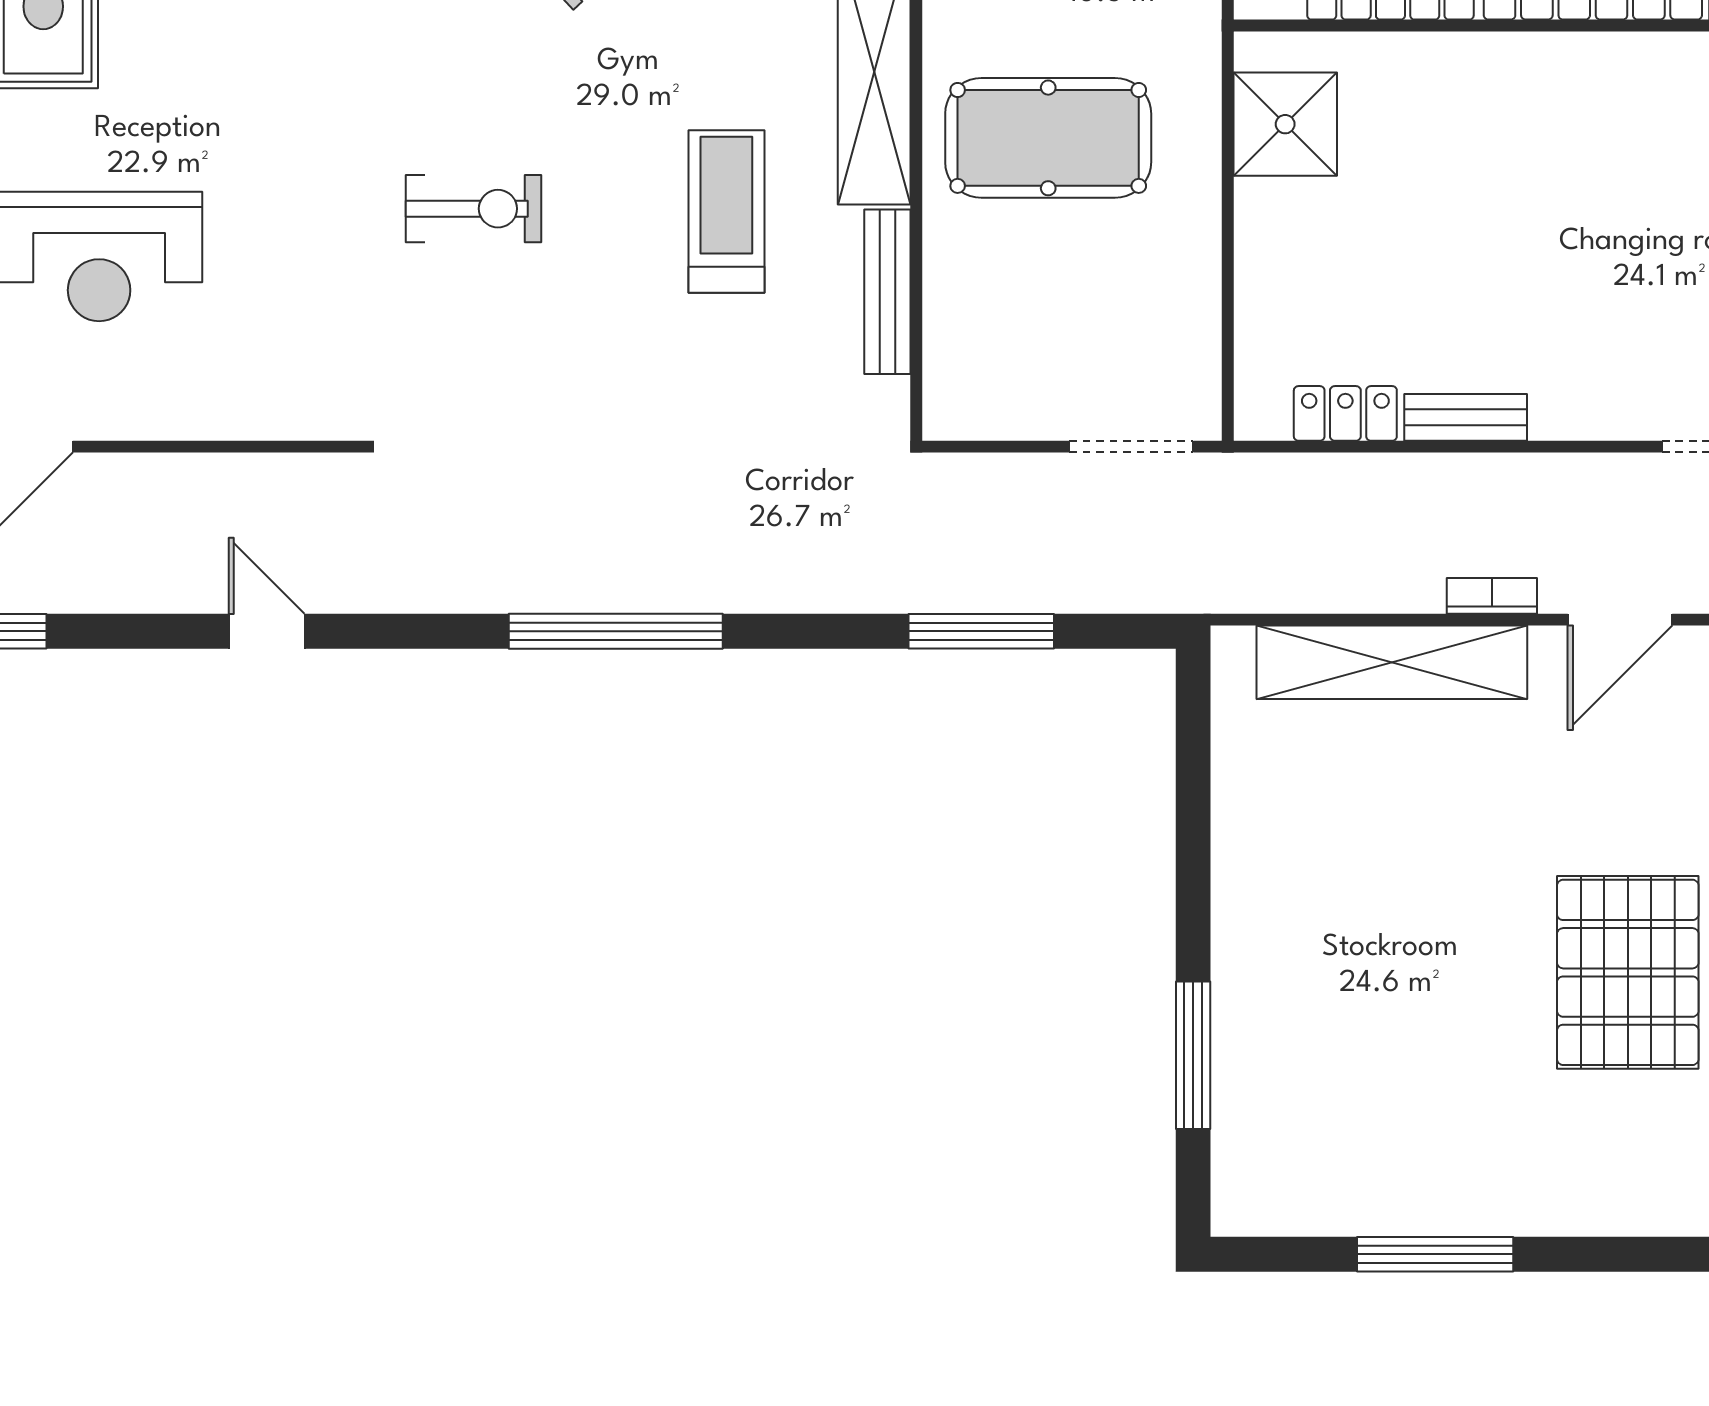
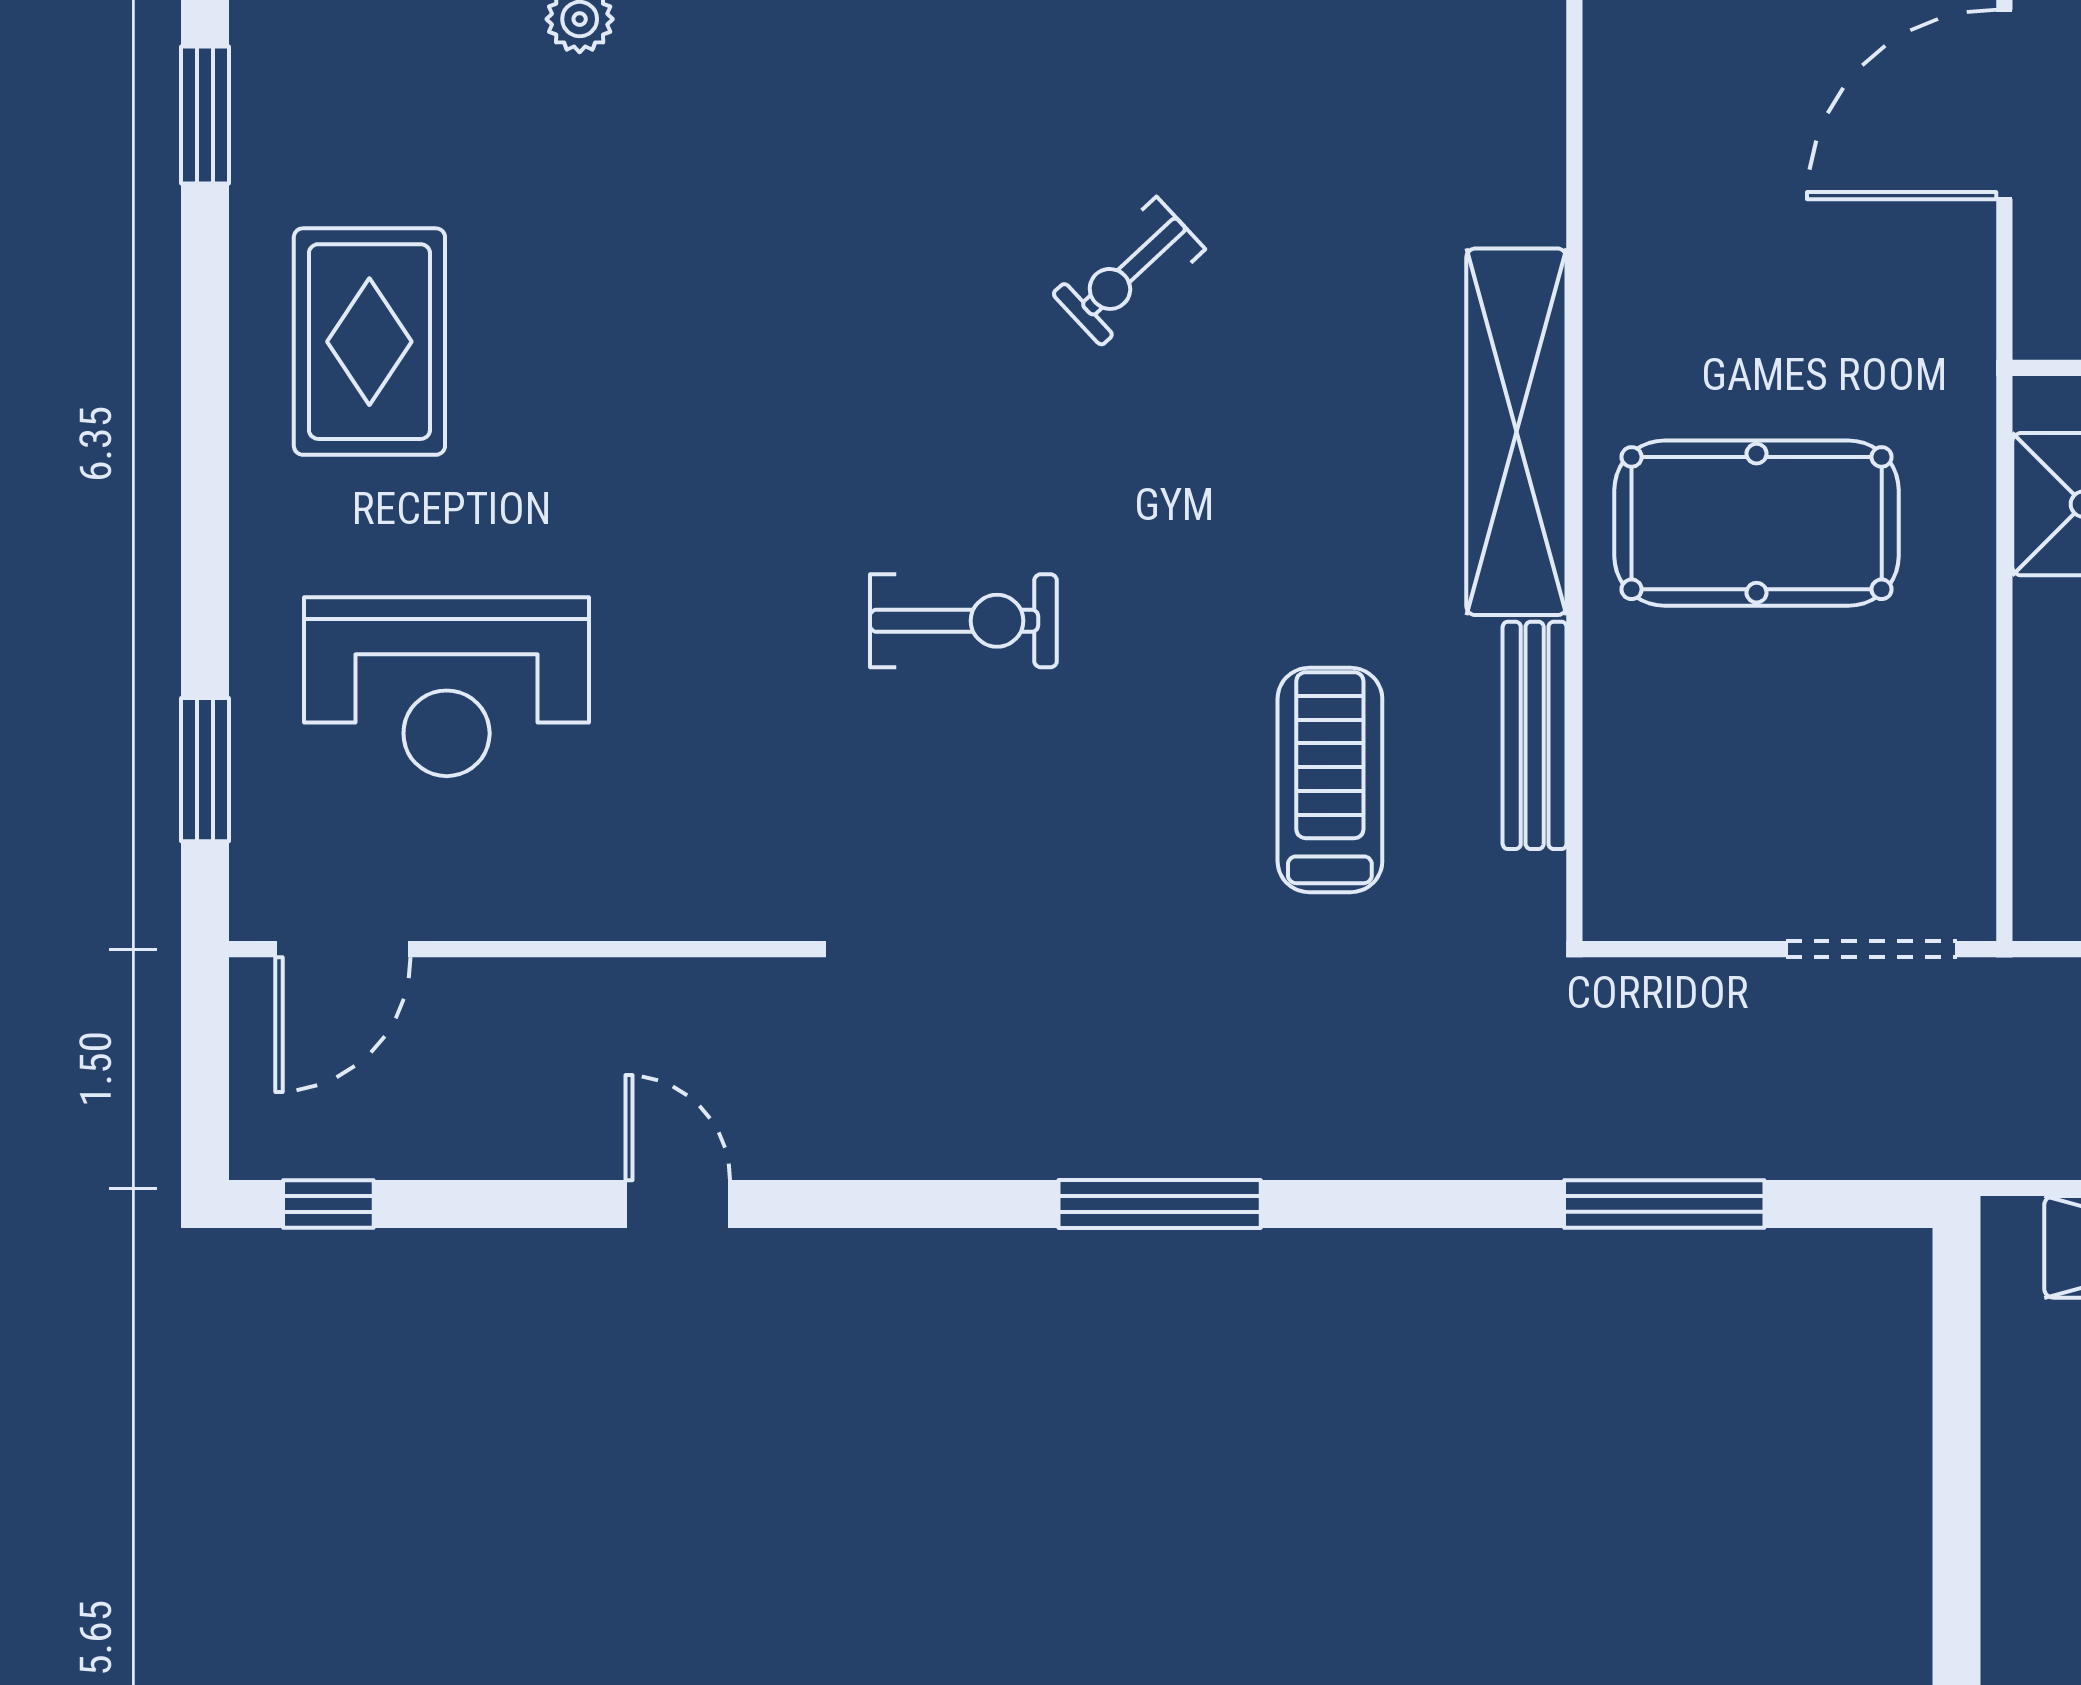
treadmill: (726, 211) -> (1330, 780), moved
window: (616, 631) -> (1160, 1204), width x0.68

